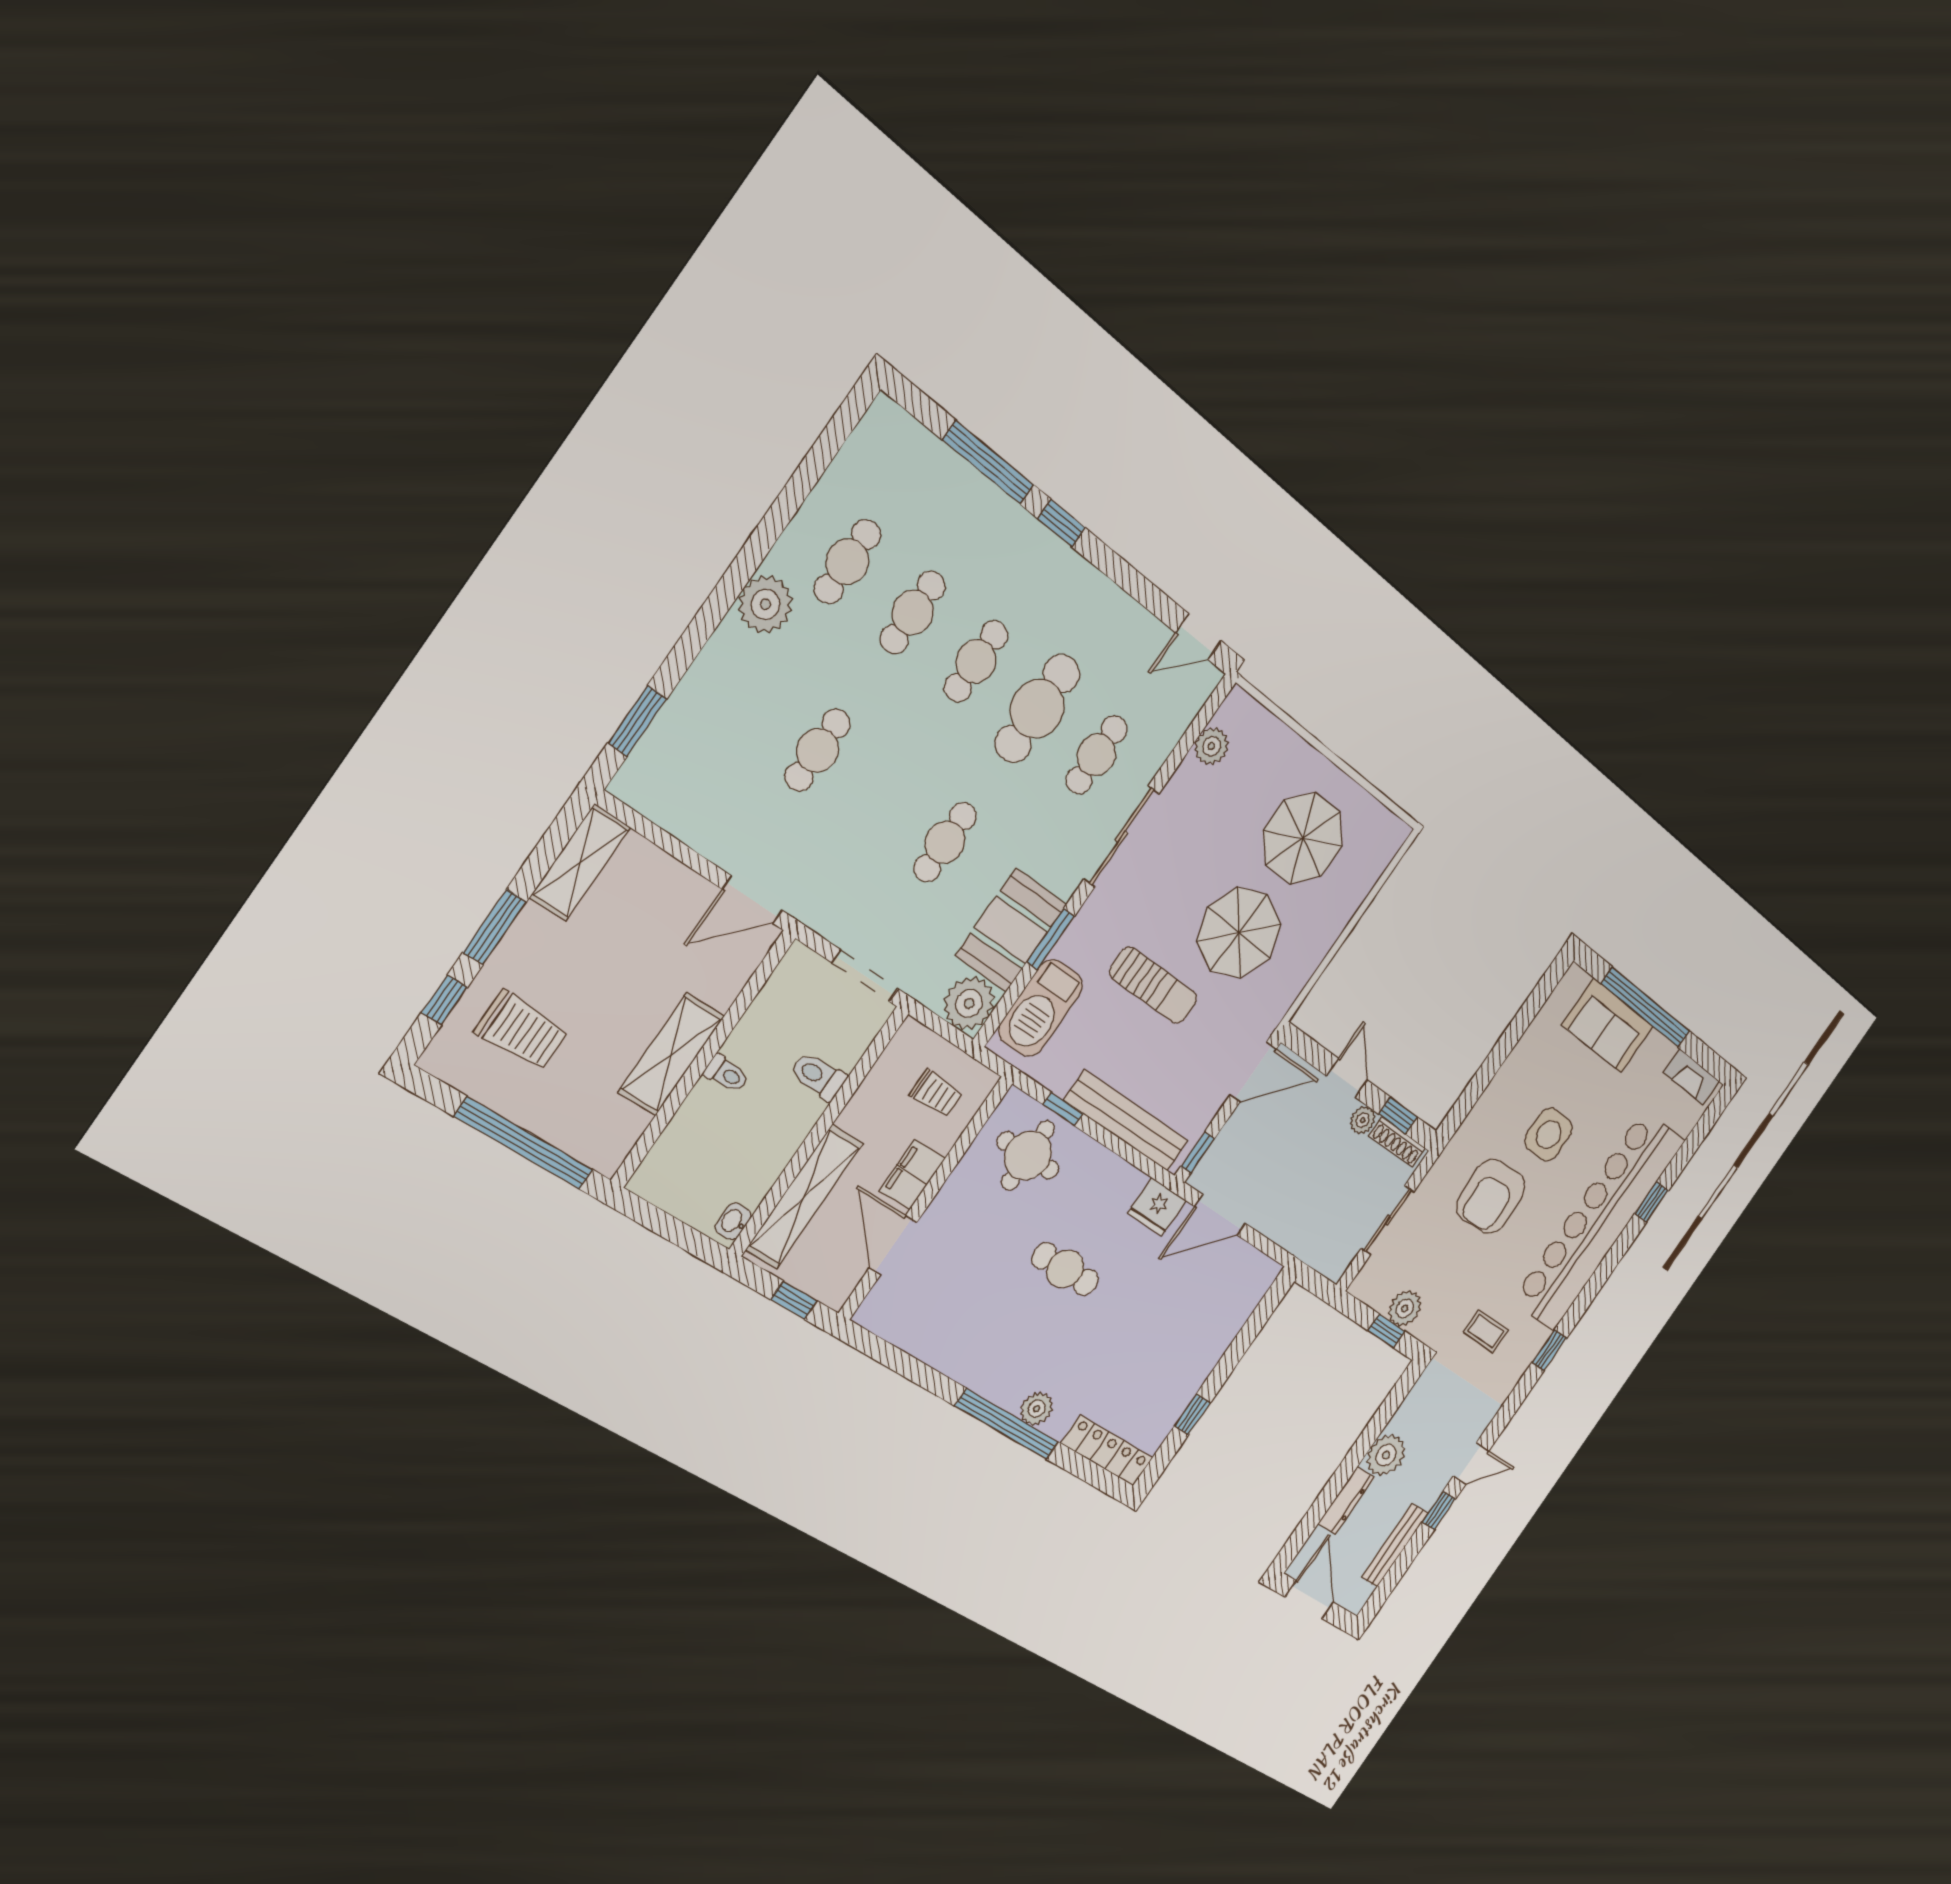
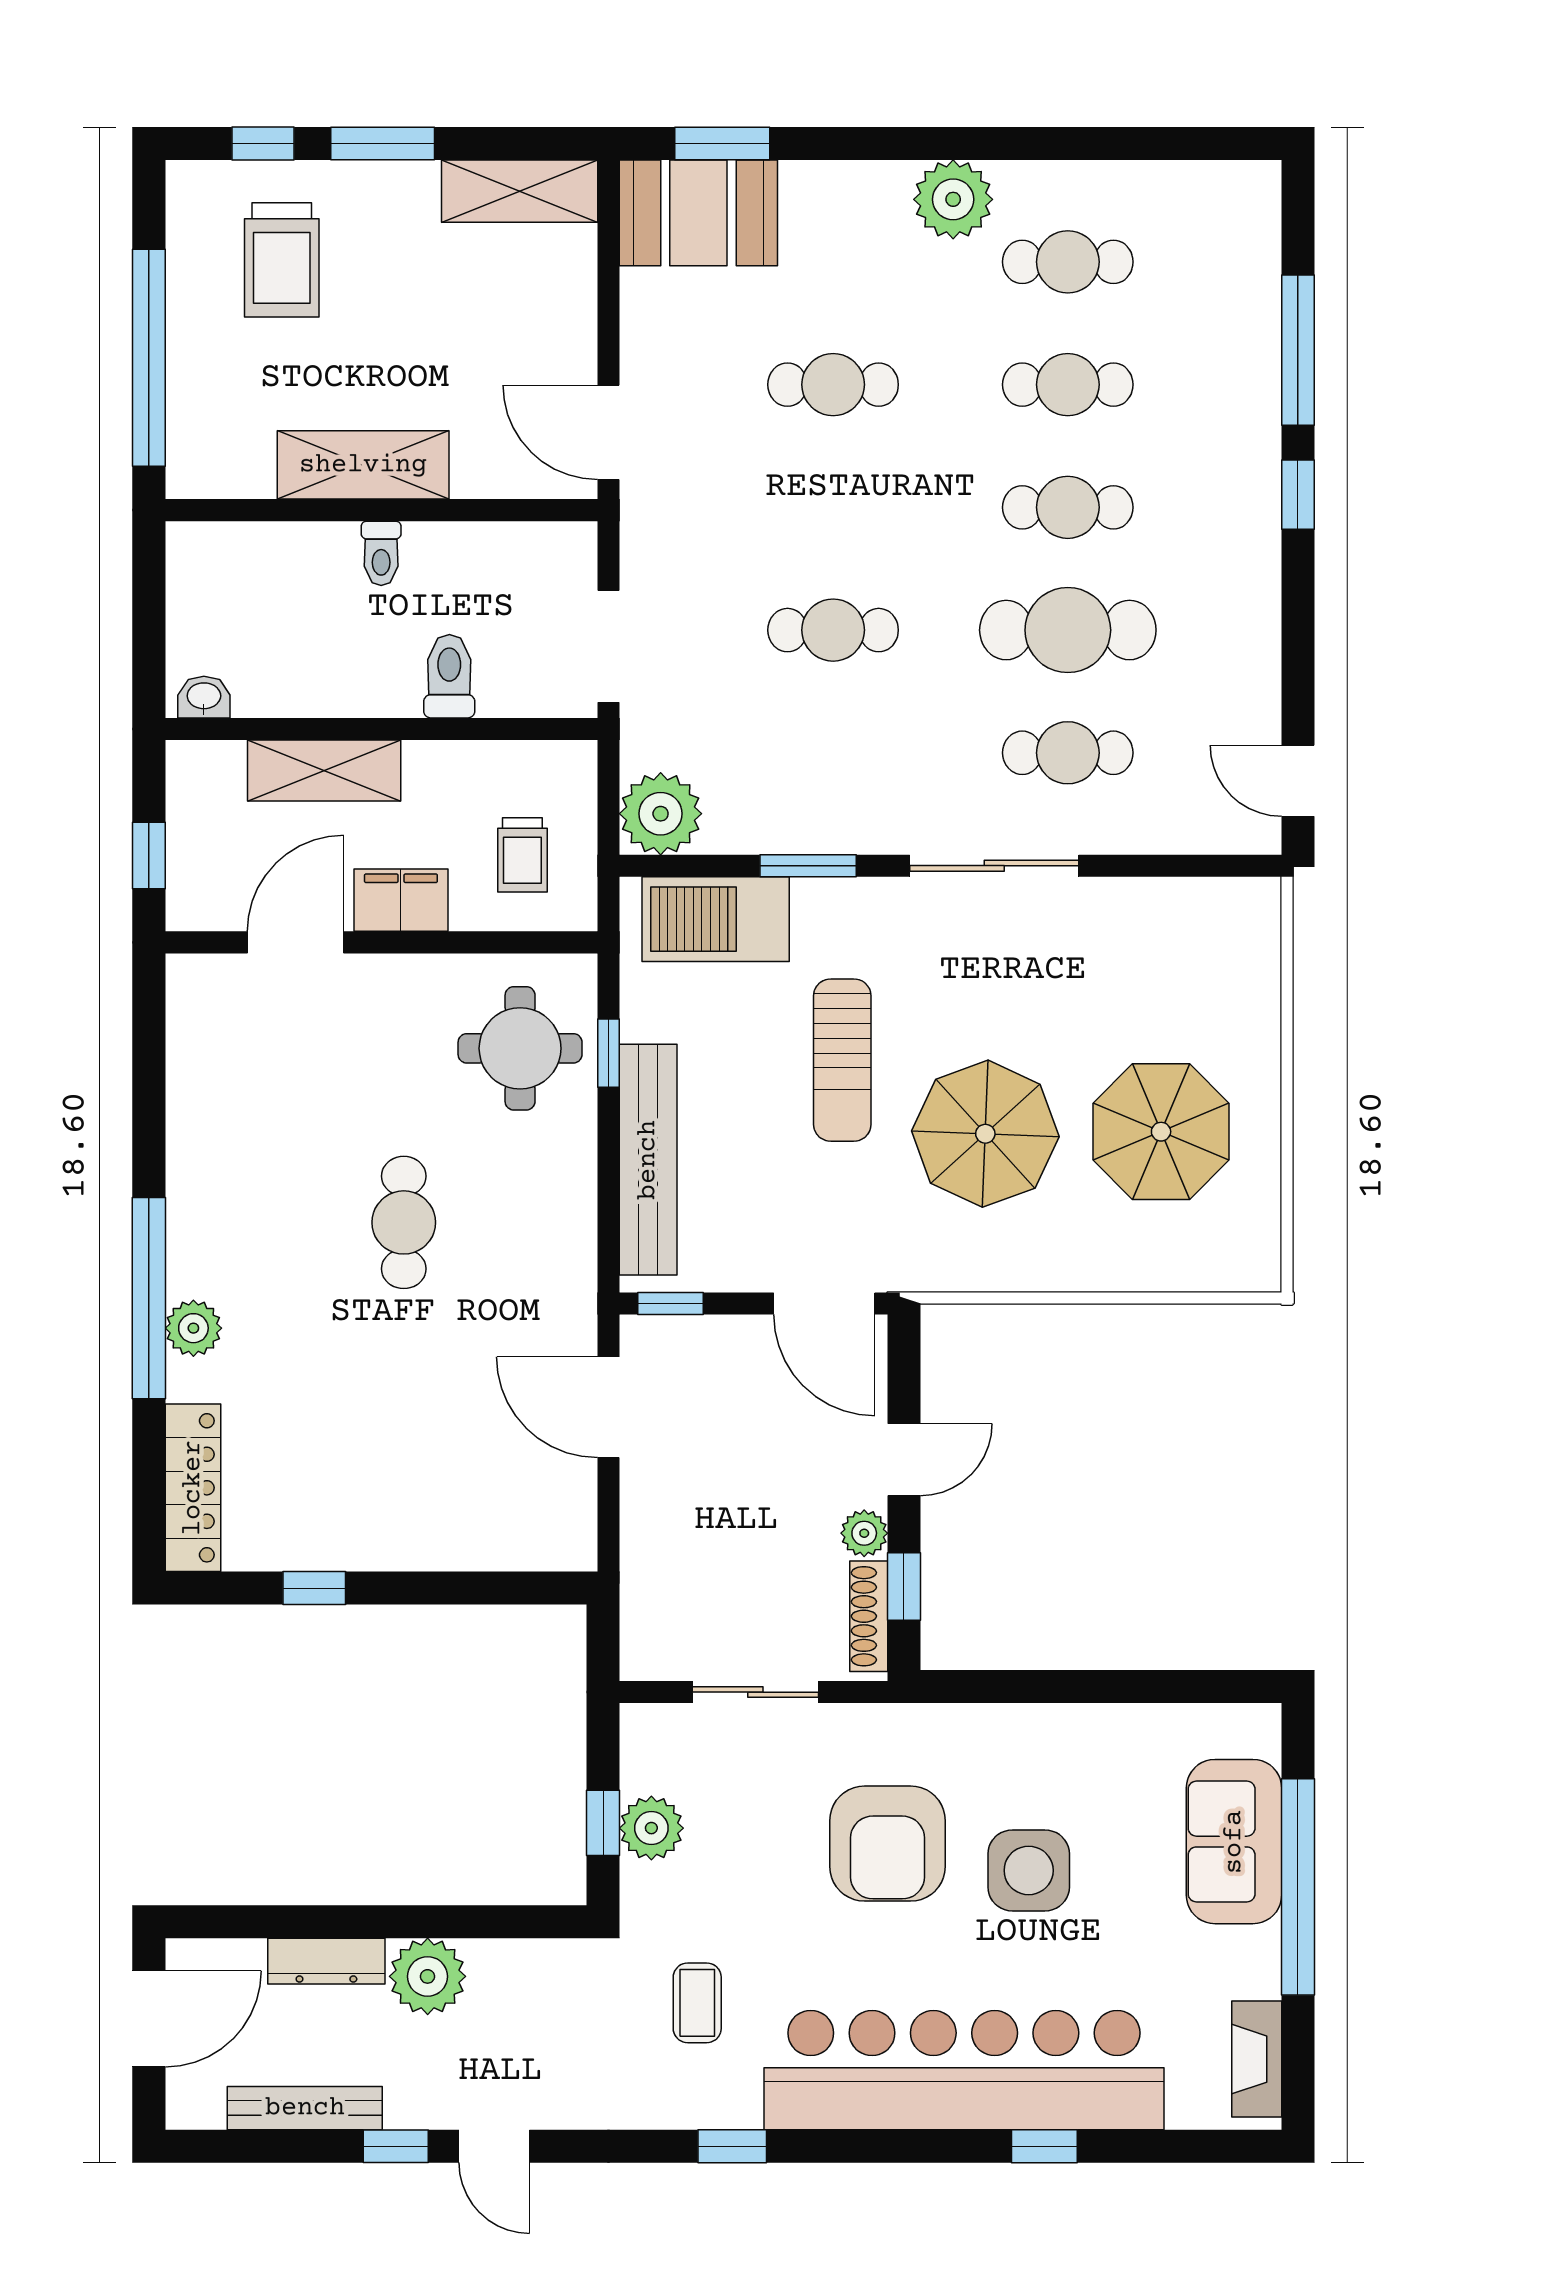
plant: (1212, 746) -> (1184, 905), removed
booth: (1011, 930) -> (698, 213), moved
armchair: (1491, 1196) -> (888, 1844), turned -87
shelving: (804, 1197) -> (324, 770), width x0.68
fridge: (1157, 1207) -> (564, 1298), removed

